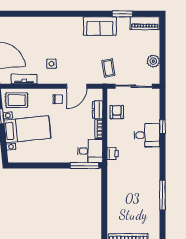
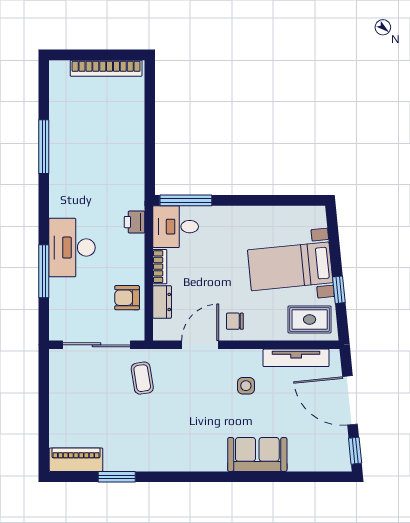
sofa: (100, 26) -> (257, 454), moved
plant: (153, 61) -> (60, 391), removed
tv unit: (24, 79) -> (296, 358), width x1.41
armchair: (117, 112) -> (127, 298), turned 90
window: (162, 127) -> (44, 271), width x2.17
desk: (147, 135) -> (72, 248), width x1.37

